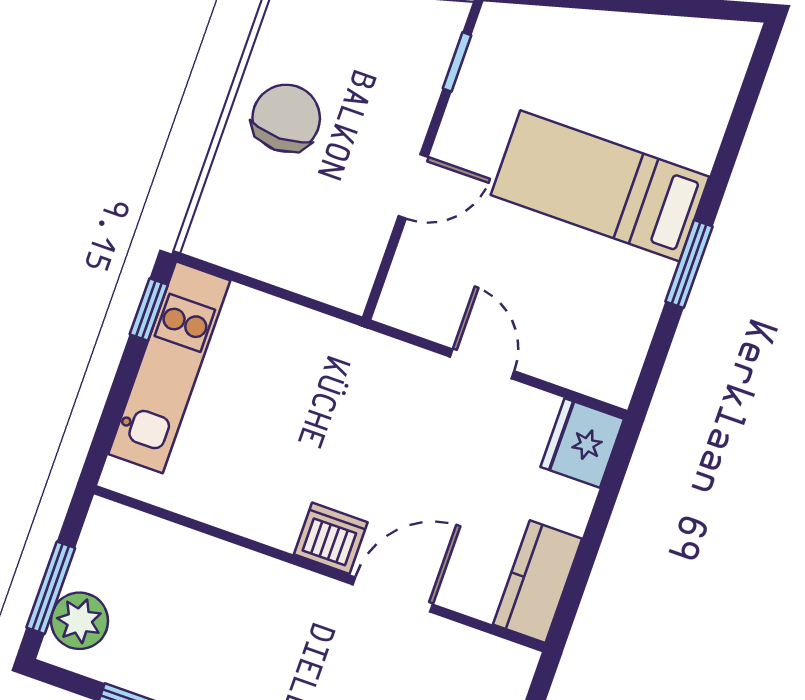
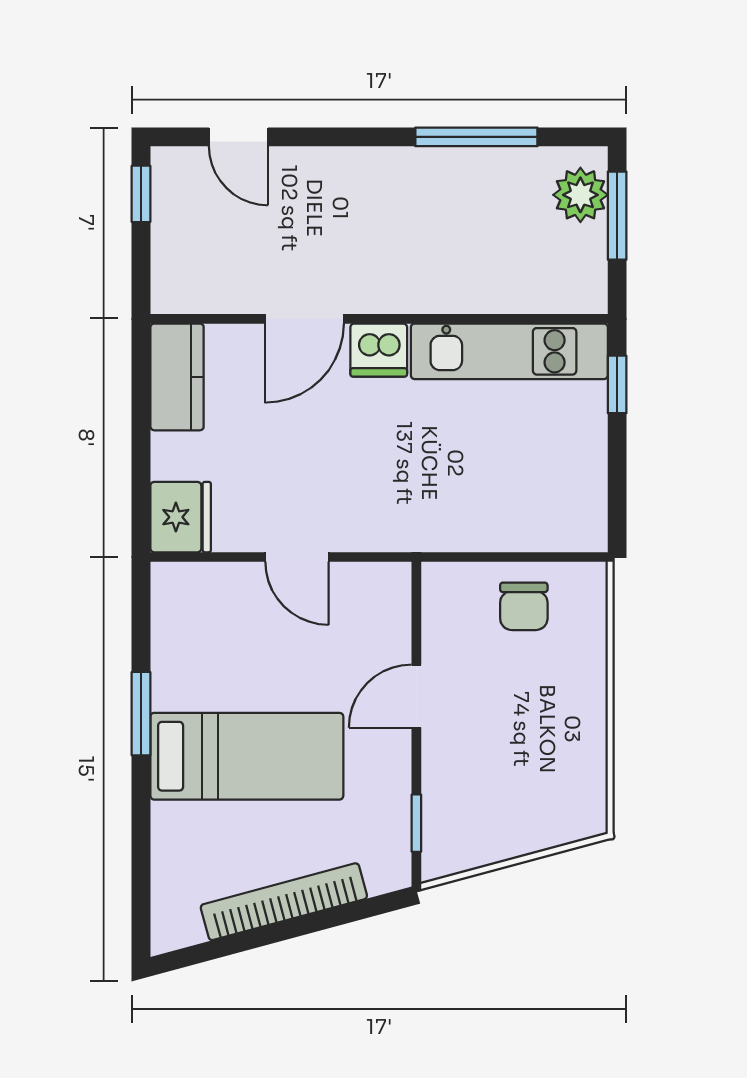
bookcase: (614, 31) -> (284, 902), added
chair: (286, 118) -> (524, 606), moved, width x0.73, depth x0.73
window: (149, 309) -> (617, 384), moved
kitchen unit: (169, 367) -> (509, 351), moved, turned -90

